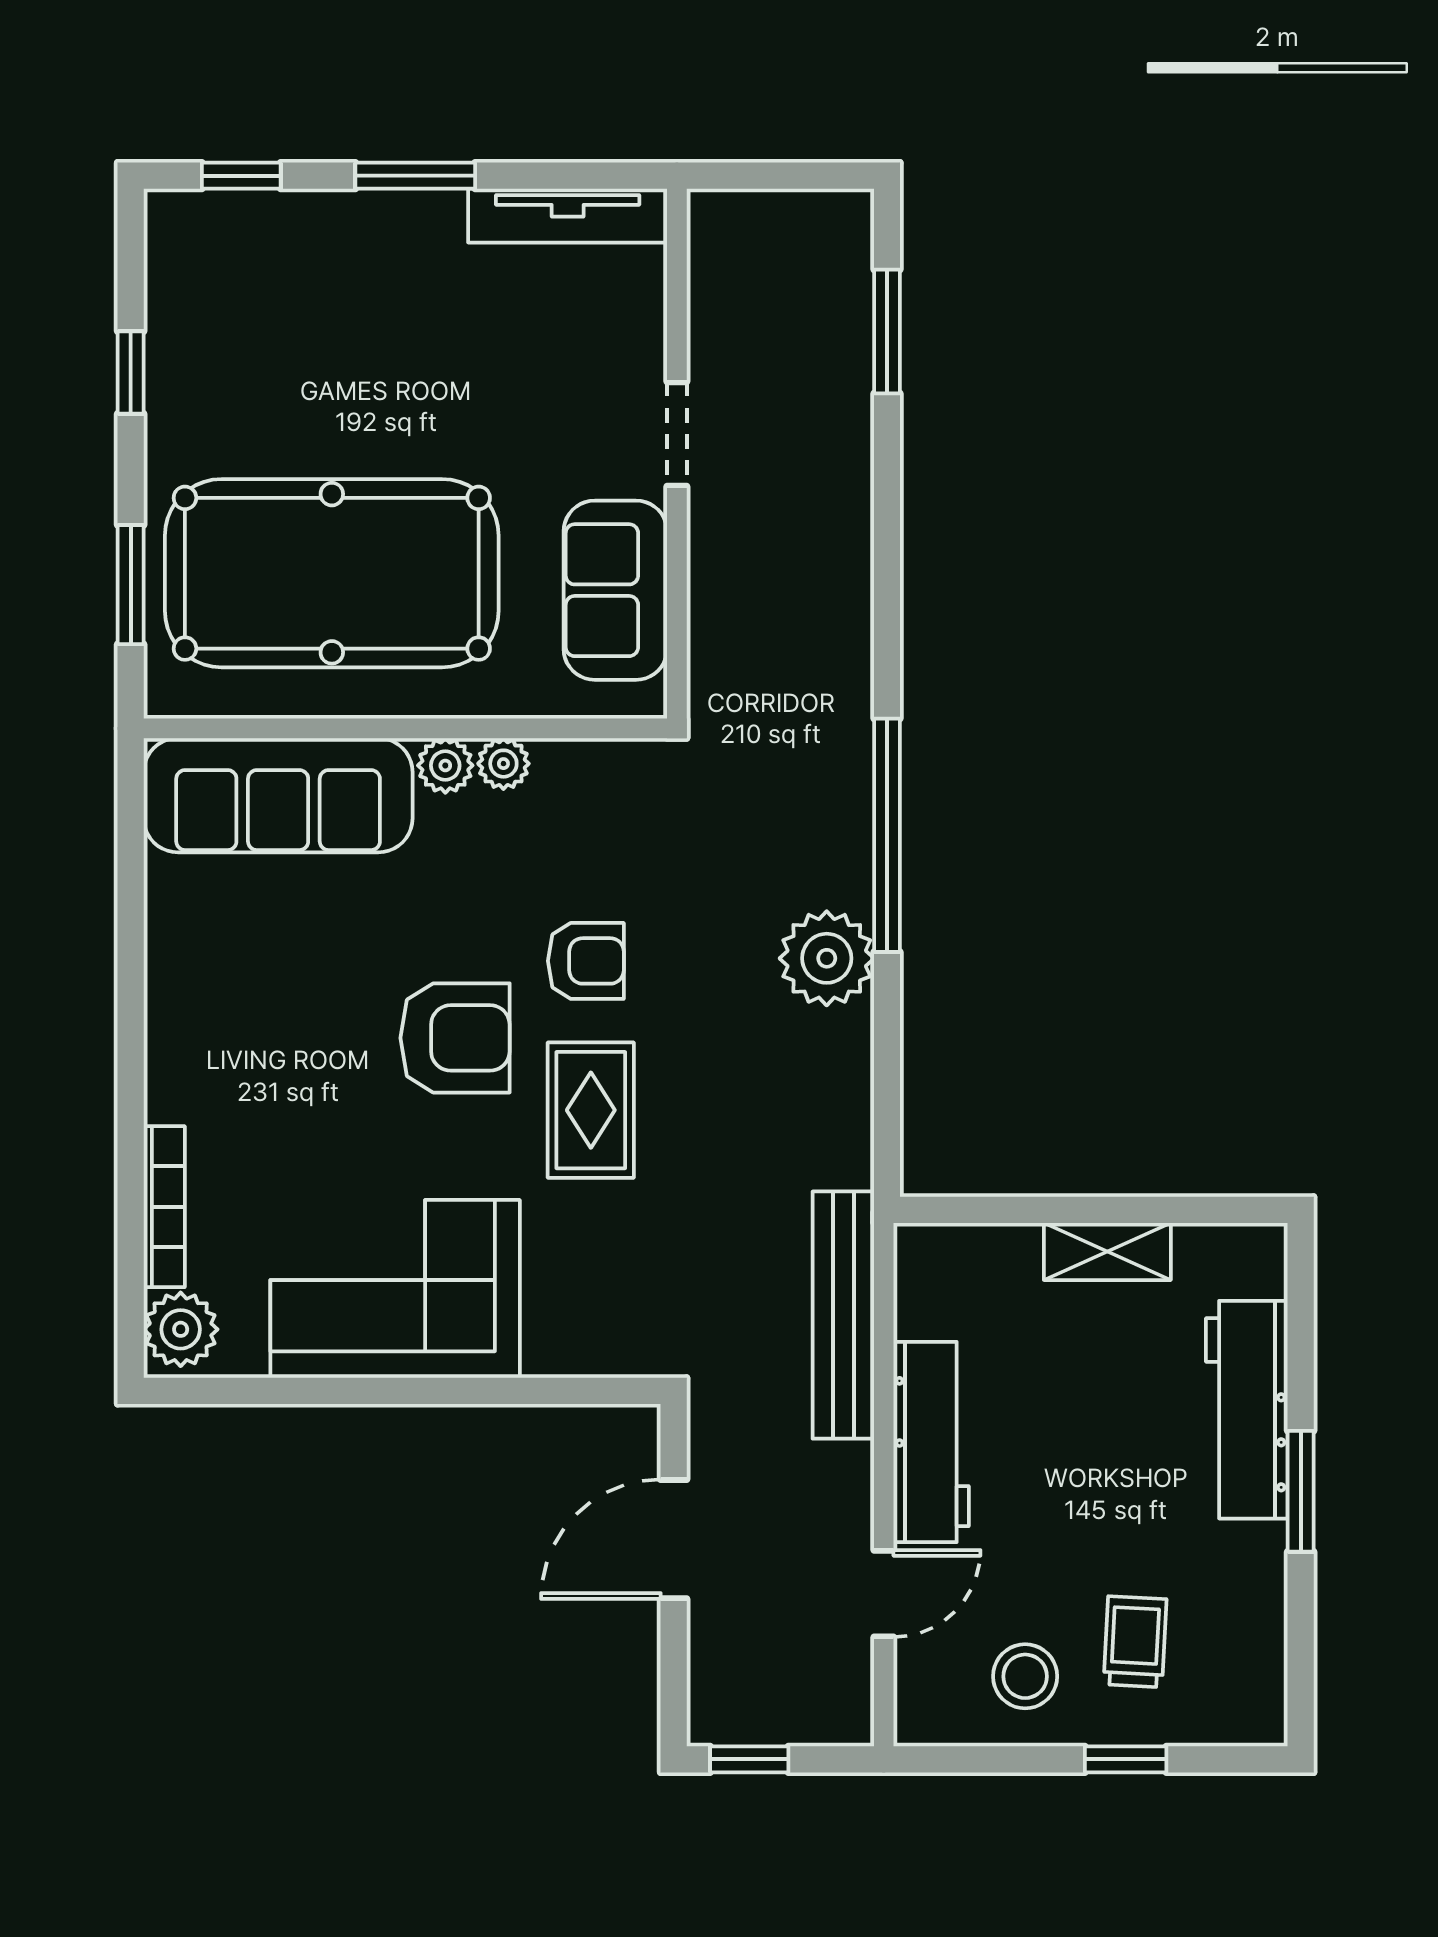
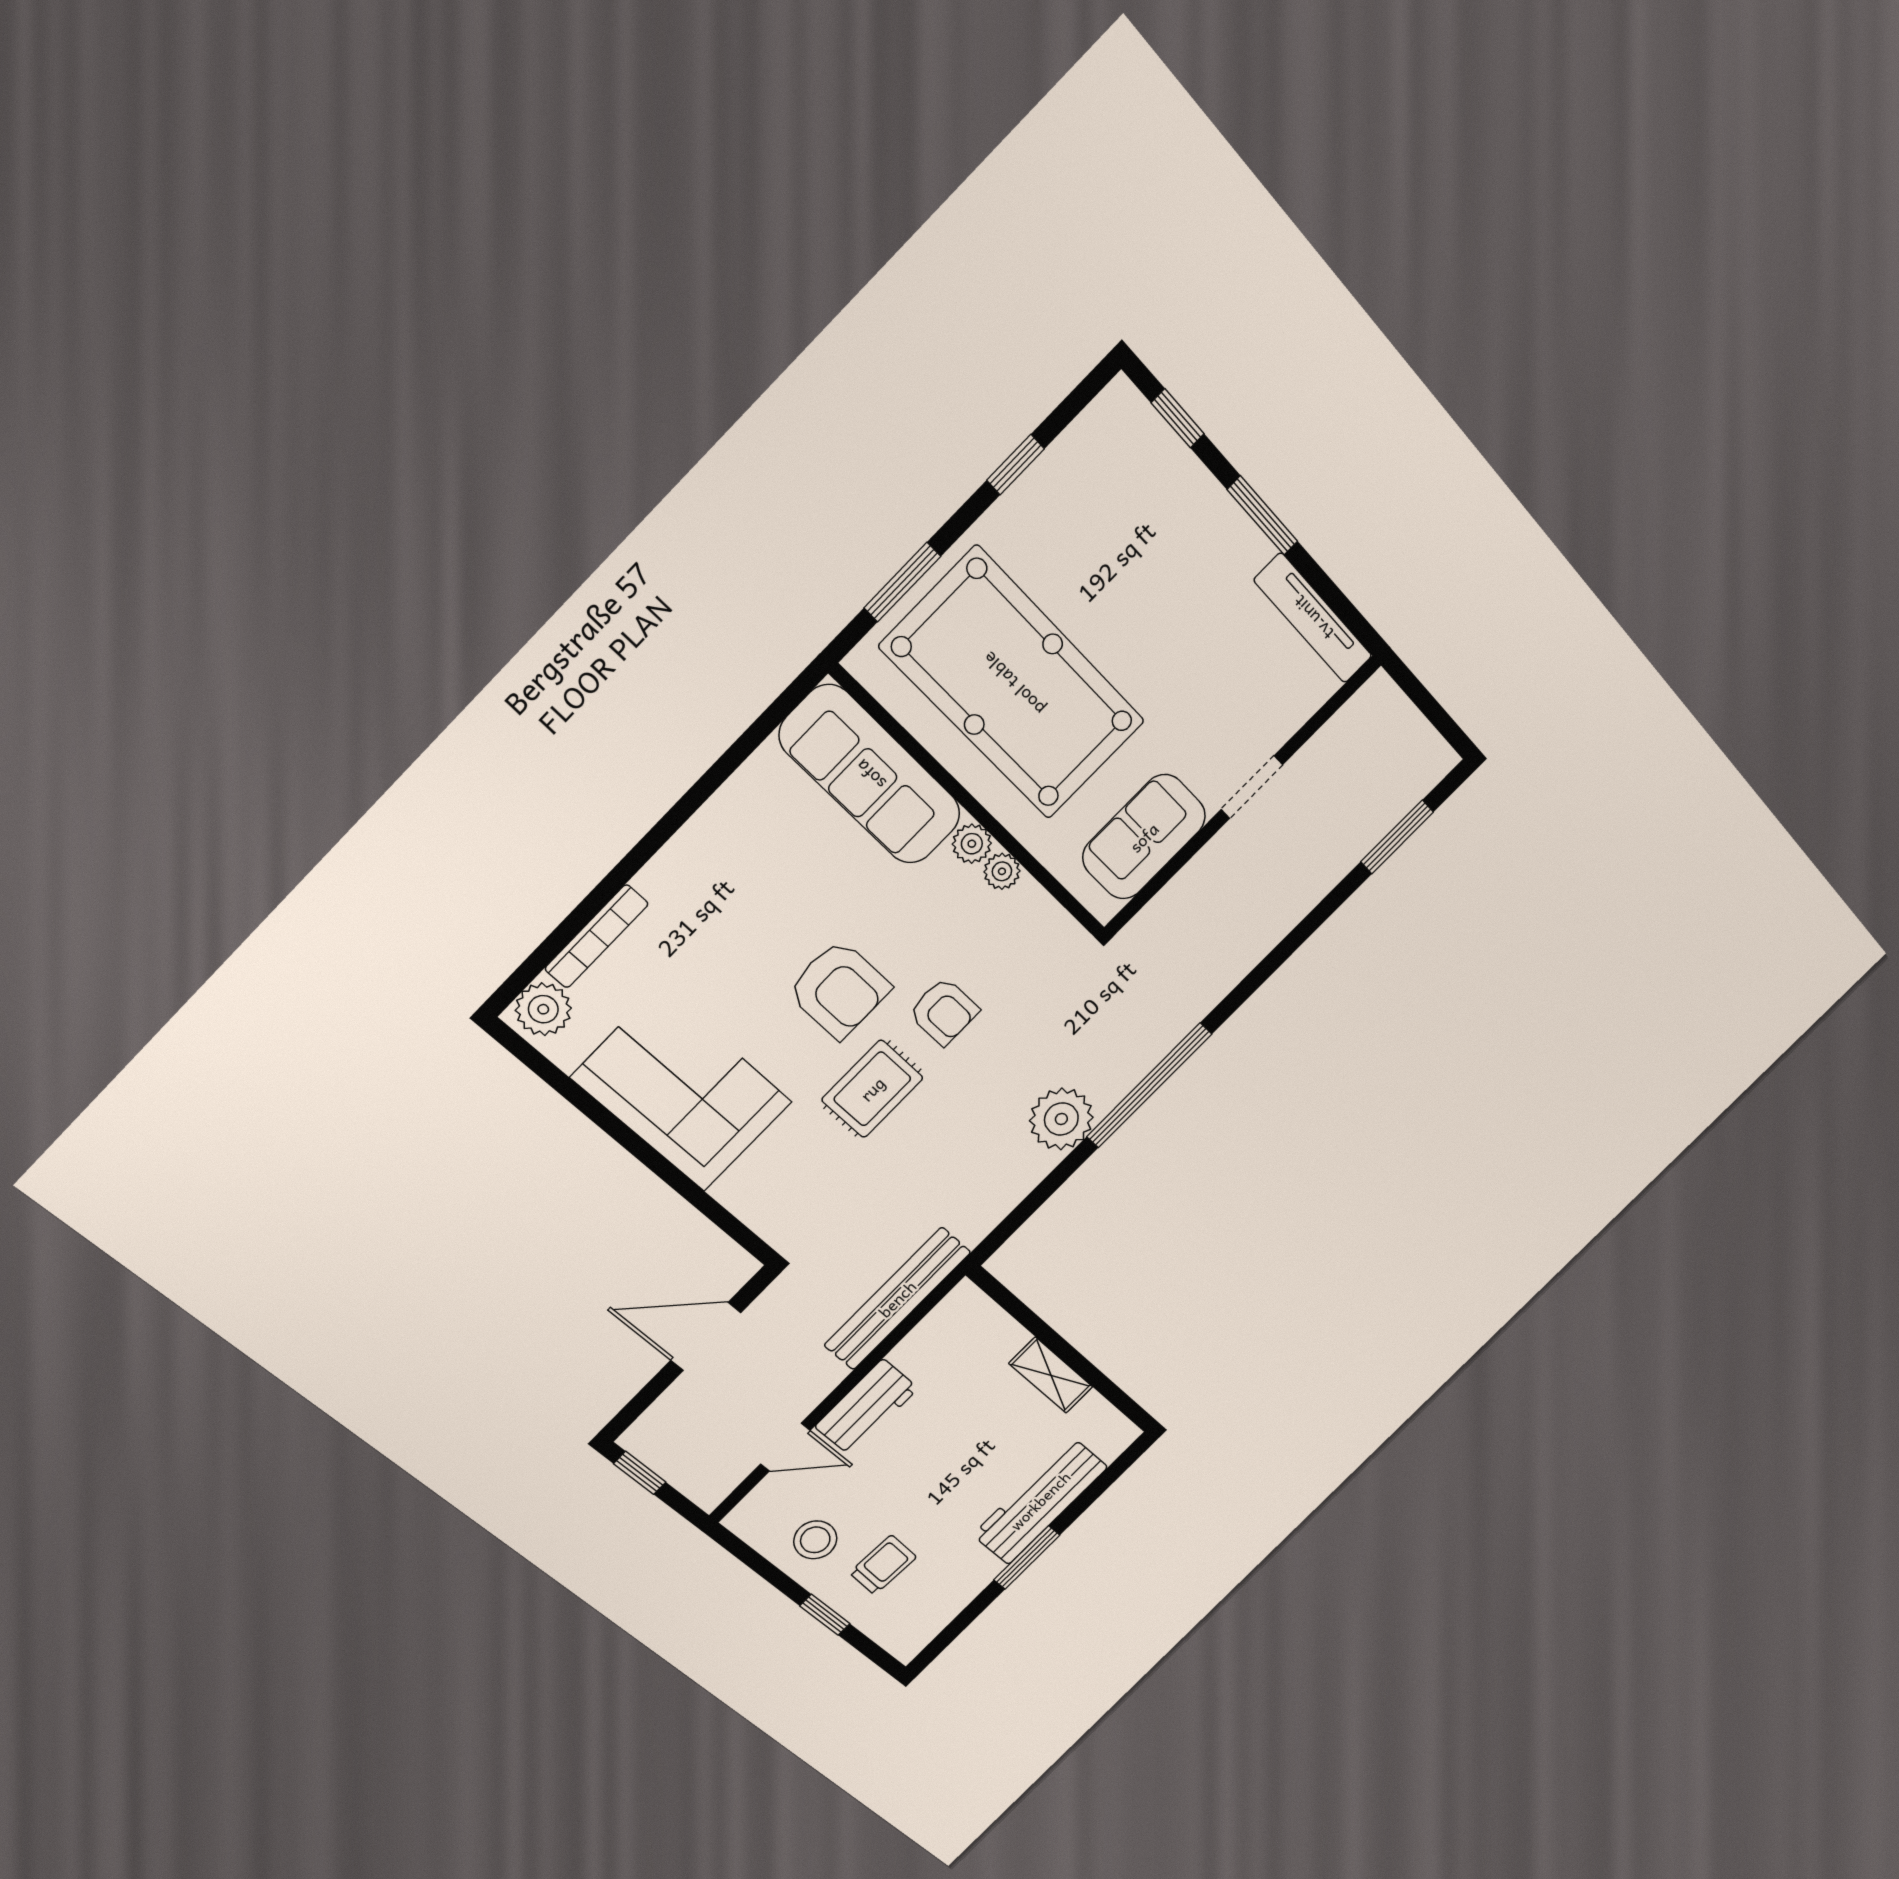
workbench: (931, 1442) -> (867, 1407), width x0.73

